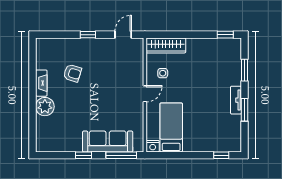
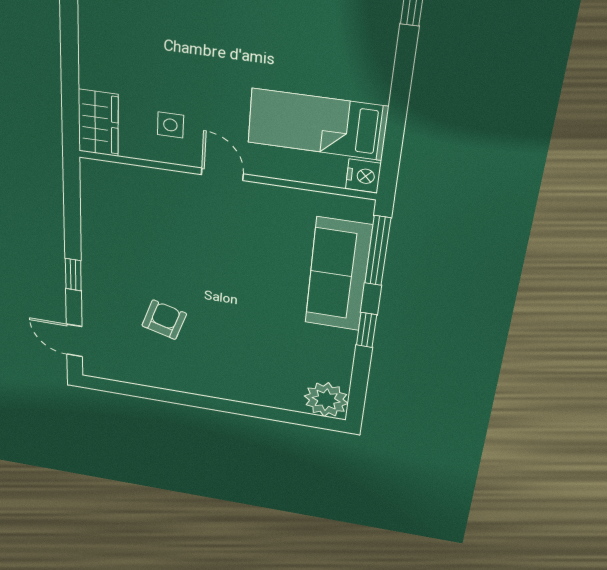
door: (123, 35) -> (74, 340), moved
wardrobe: (166, 45) -> (98, 123), width x0.67
fireplace: (41, 83) -> (185, 383), removed
plant: (45, 107) -> (326, 400), moved

